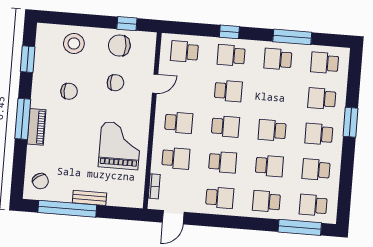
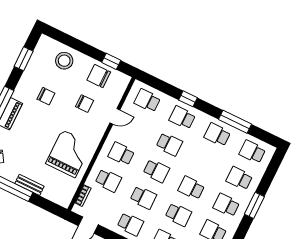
school desk: (179, 123) -> (121, 154), turned 180

